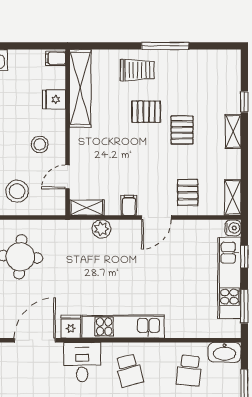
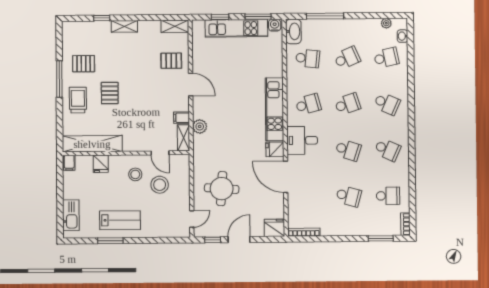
pallet: (182, 130) -> (84, 64), moved
stool: (17, 191) -> (160, 185), moved
filing cabinet: (129, 205) -> (182, 118), moved
water cooler: (233, 228) -> (275, 25), moved

